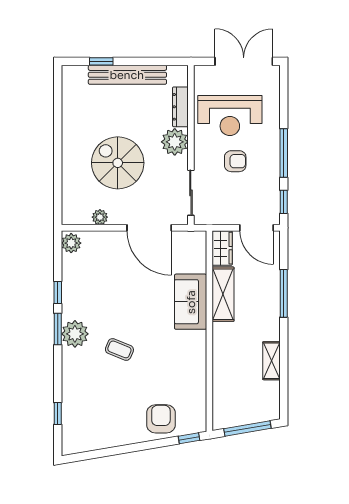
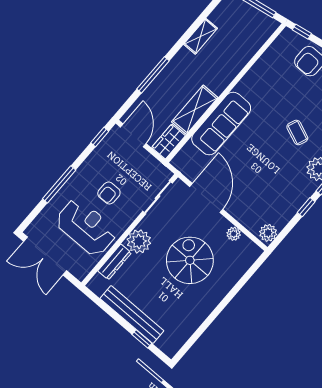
window: (284, 153) -> (59, 184), moved
armchair: (235, 161) -> (109, 193), turned -90
spiral stairs: (118, 163) -> (190, 260), turned 180
sofa: (191, 302) -> (221, 124), width x1.36

